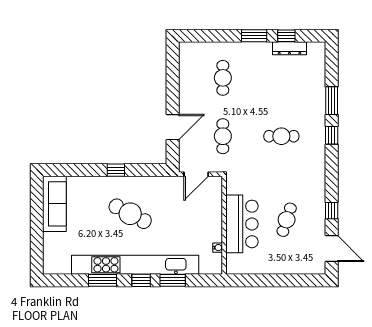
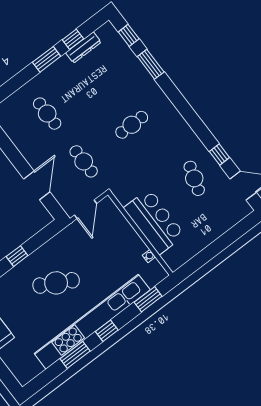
window: (332, 135) -> (129, 35), moved
cafe table: (287, 220) -> (194, 178), moved
window: (173, 280) -> (148, 299), moved

